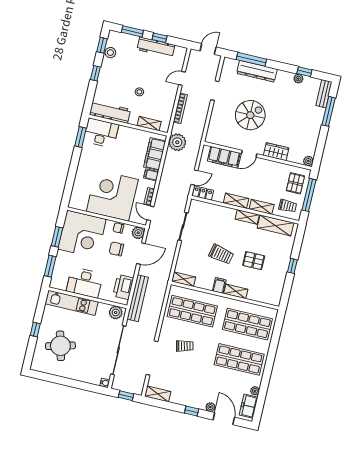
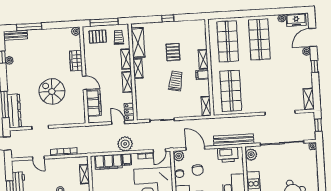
dresser: (257, 71) -> (14, 111), moved
plant: (177, 142) -> (125, 144), moved
trolley: (185, 346) -> (262, 88), removed

